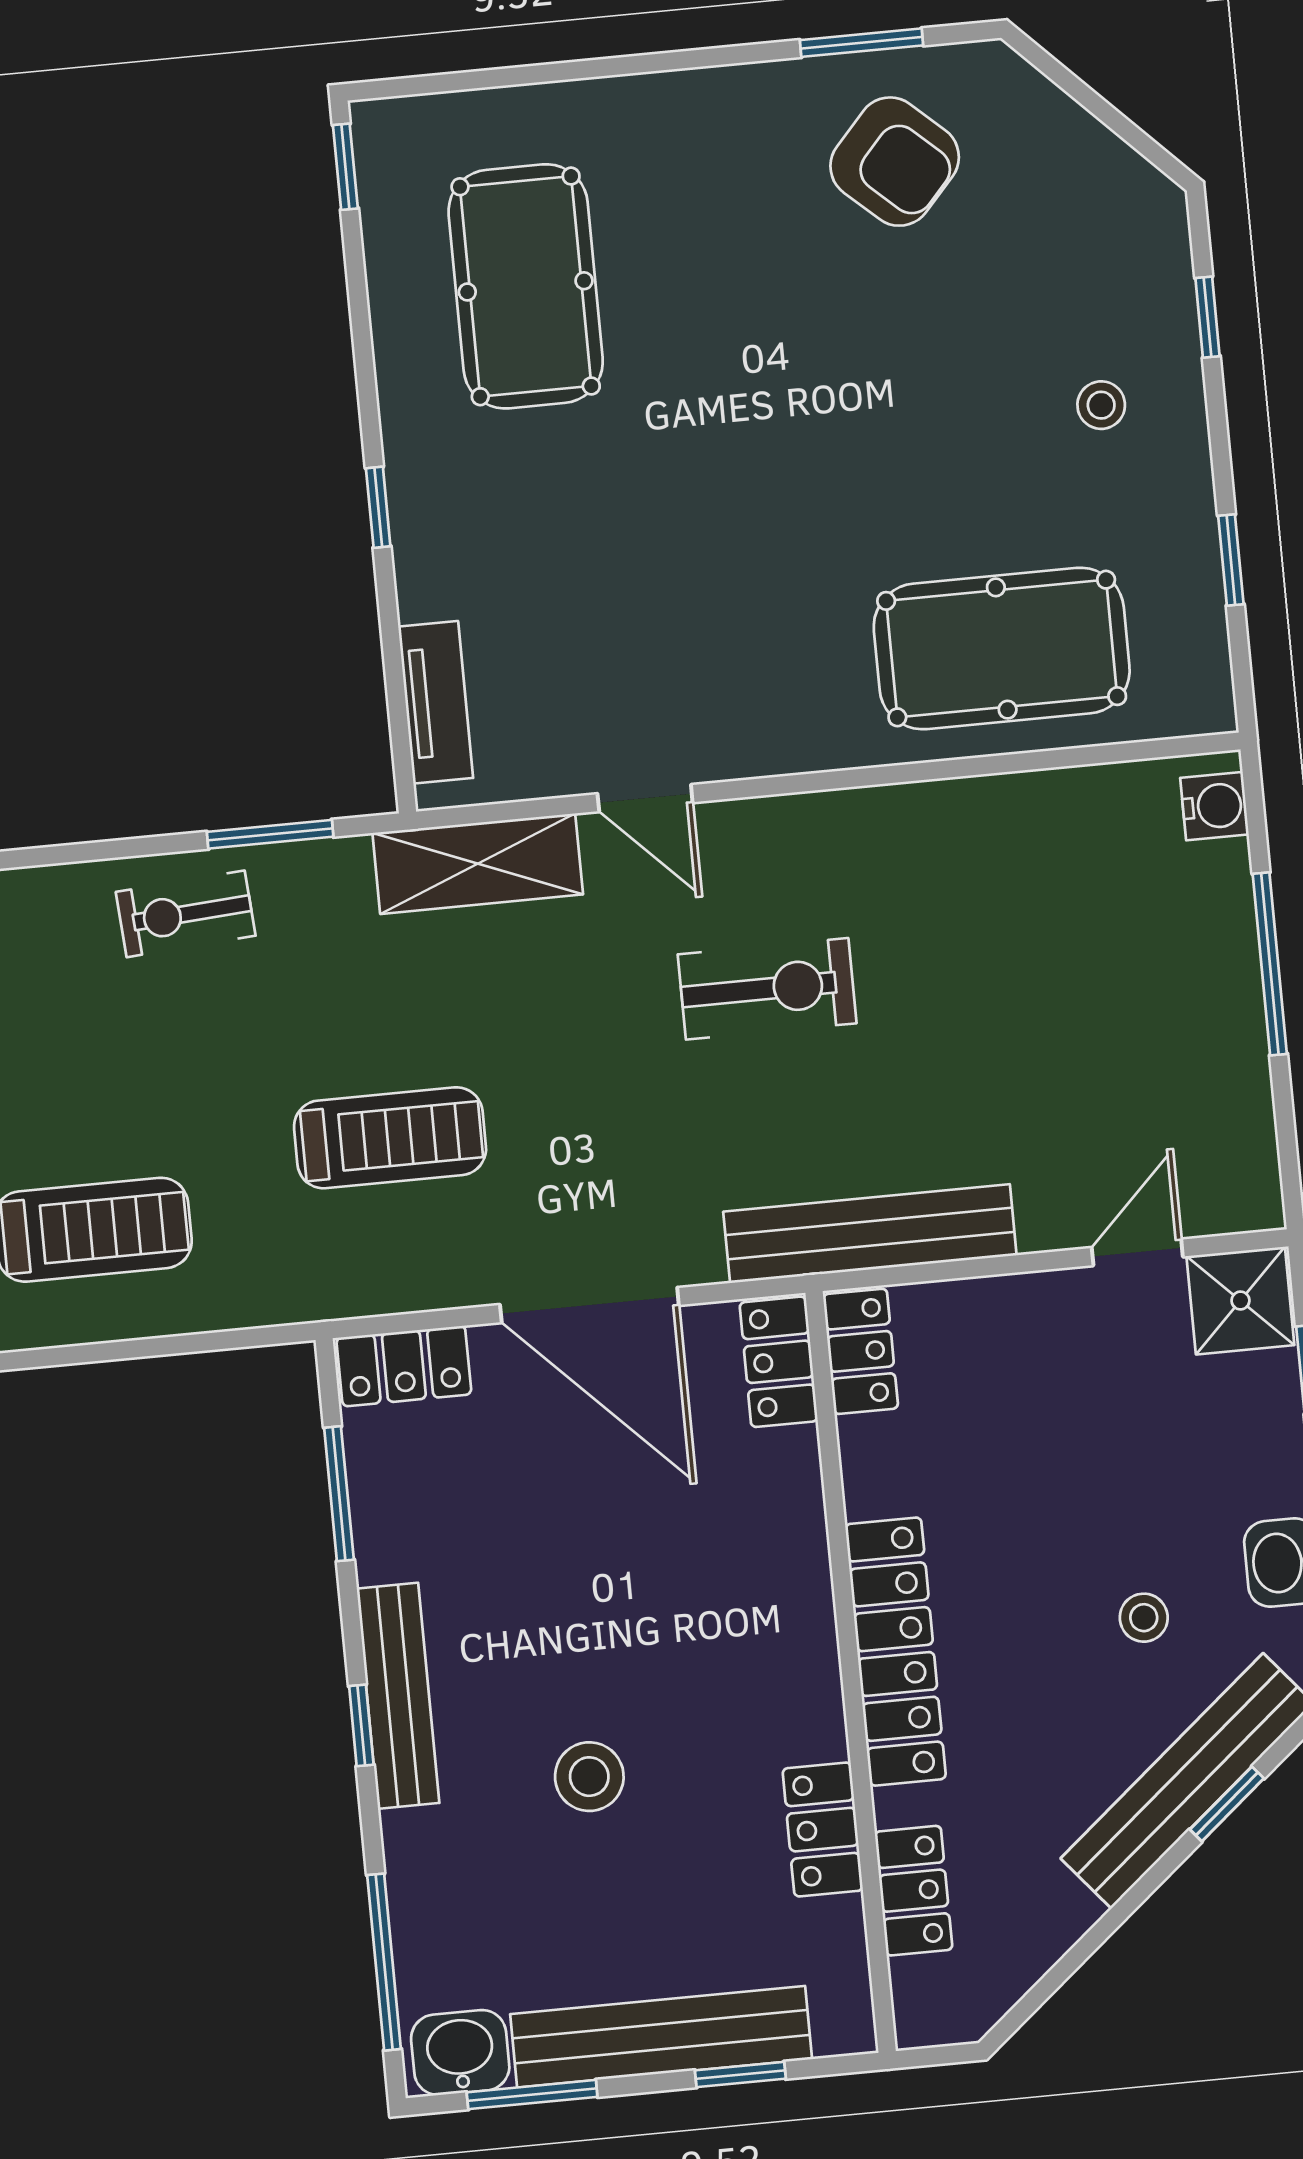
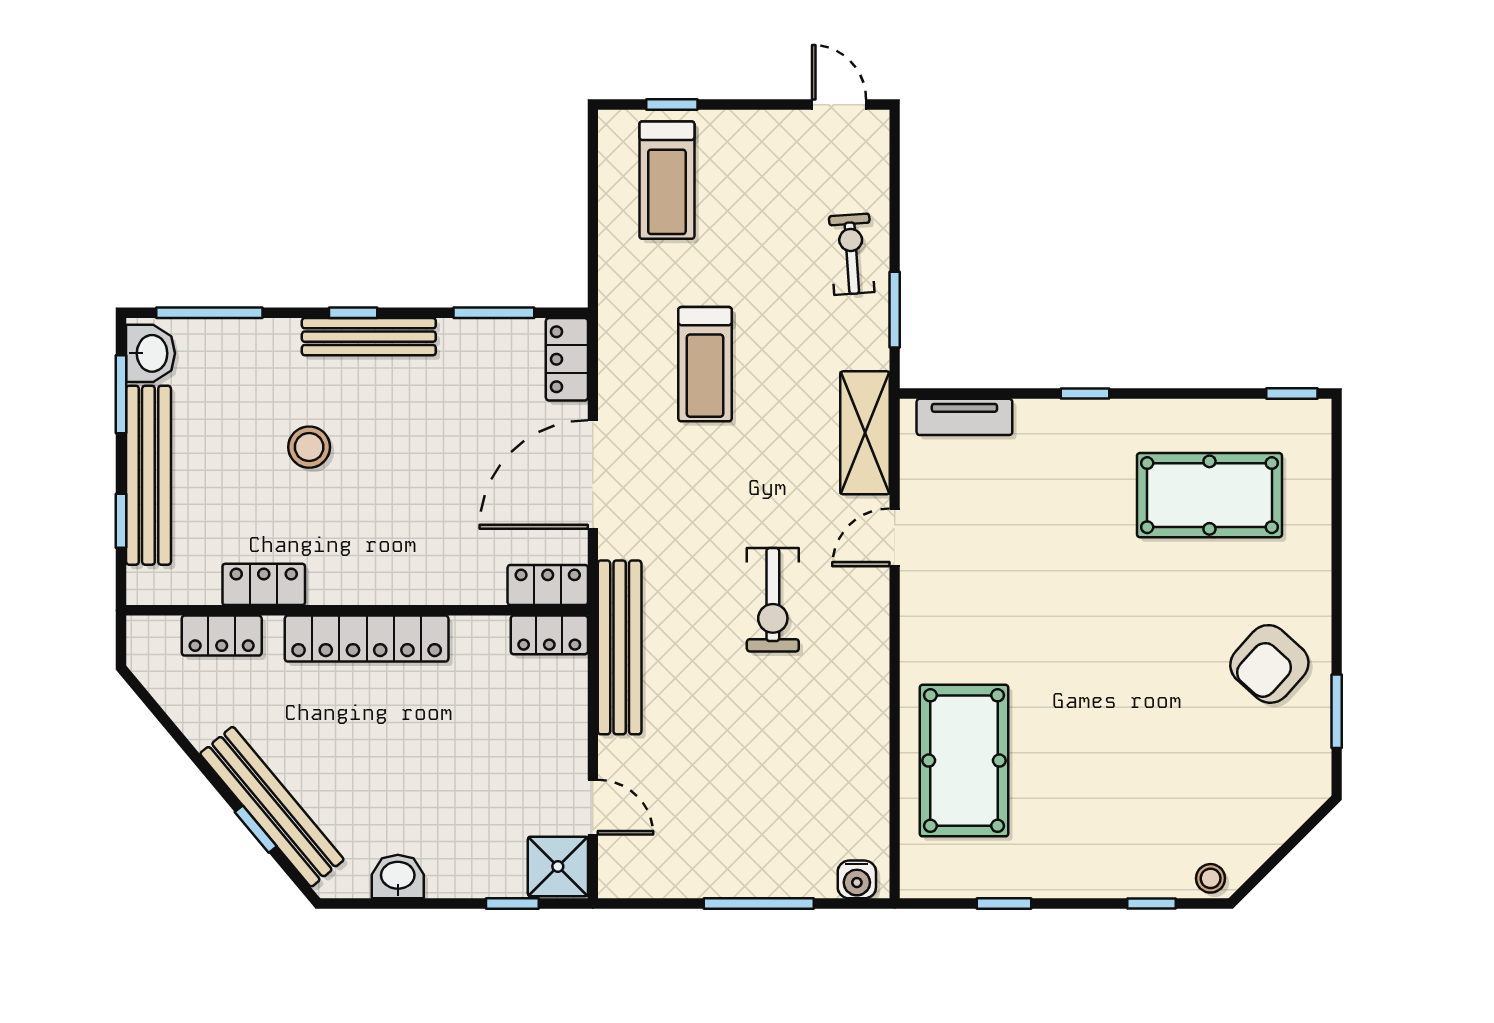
armchair: (895, 162) -> (1269, 664), moved
stool: (1101, 405) -> (1211, 878), moved
stool: (1144, 1618) -> (373, 790), removed

